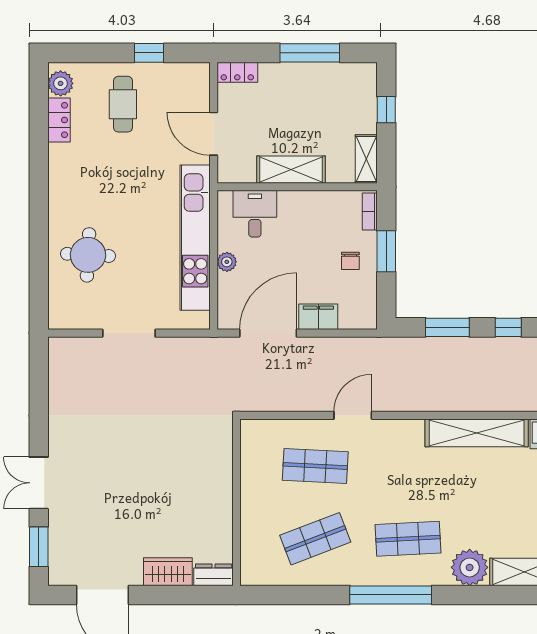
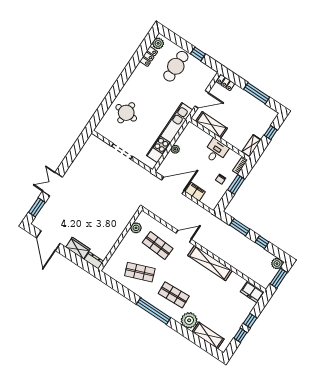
cafe table: (123, 104) -> (176, 66), width x1.37, depth x1.35
door: (214, 134) -> (202, 99), swing flipped
shelving: (291, 170) -> (211, 125), moved
desk: (255, 214) -> (216, 151), moved
shelving: (477, 433) -> (210, 263), moved
plant: (252, 460) -> (136, 228), added

